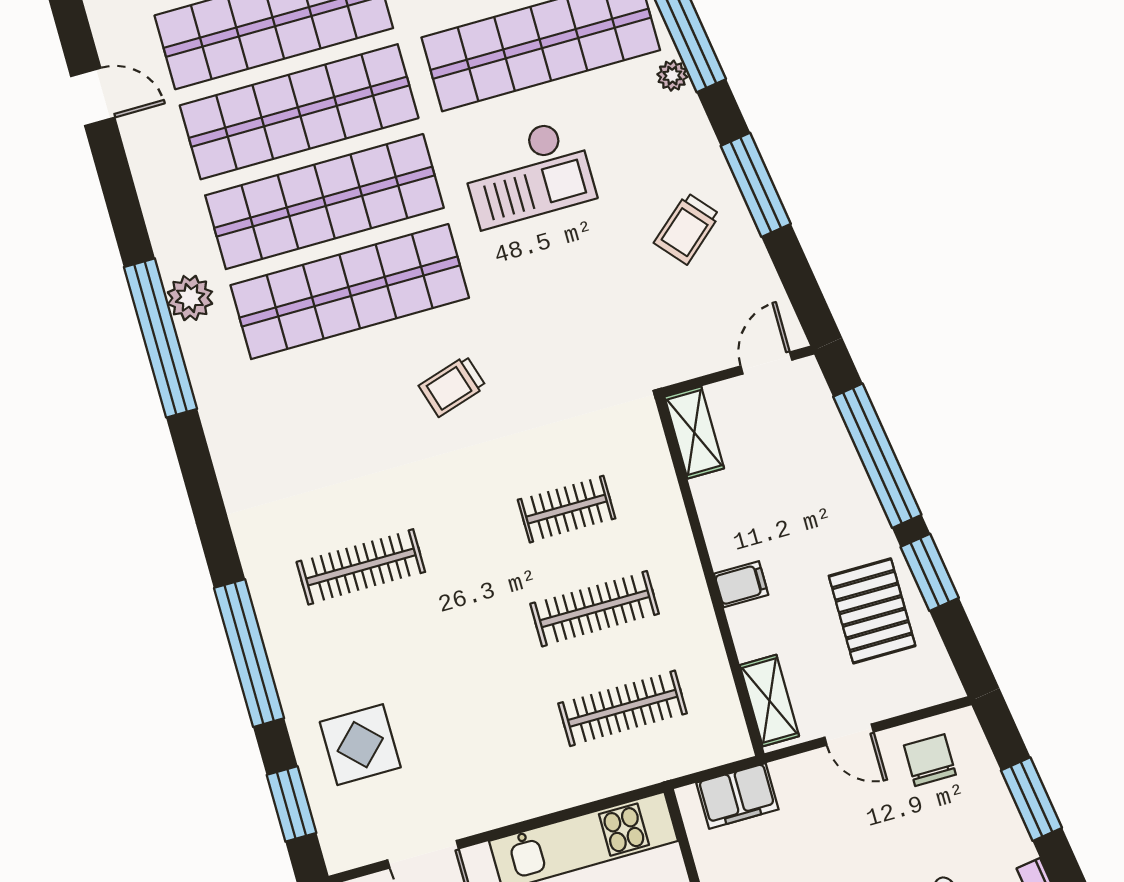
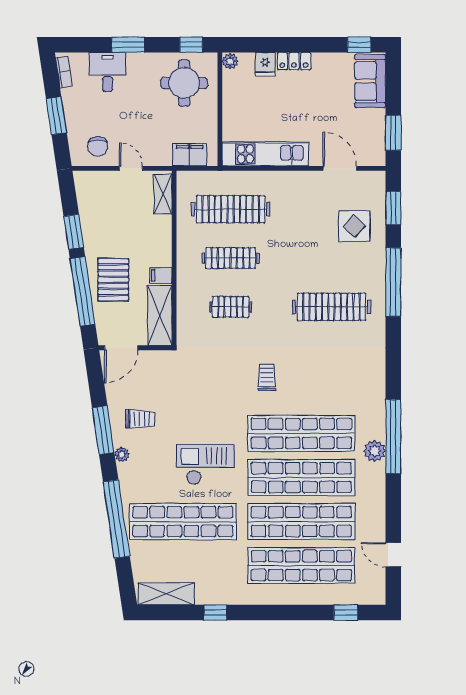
plant: (672, 76) -> (122, 454), moved
trolley: (687, 229) -> (140, 419), turned 41
door: (766, 363) -> (121, 348), width x1.38
trolley: (452, 386) -> (267, 377), turned -73
shelving: (694, 432) -> (160, 315), width x1.50, depth x1.33
clothes rail: (361, 567) -> (331, 307), width x1.37, depth x1.31
filing cabinet: (741, 584) -> (161, 275), moved
pallet: (872, 611) -> (113, 280), moved
clothes rail: (623, 708) -> (231, 209), width x1.37, depth x1.31

